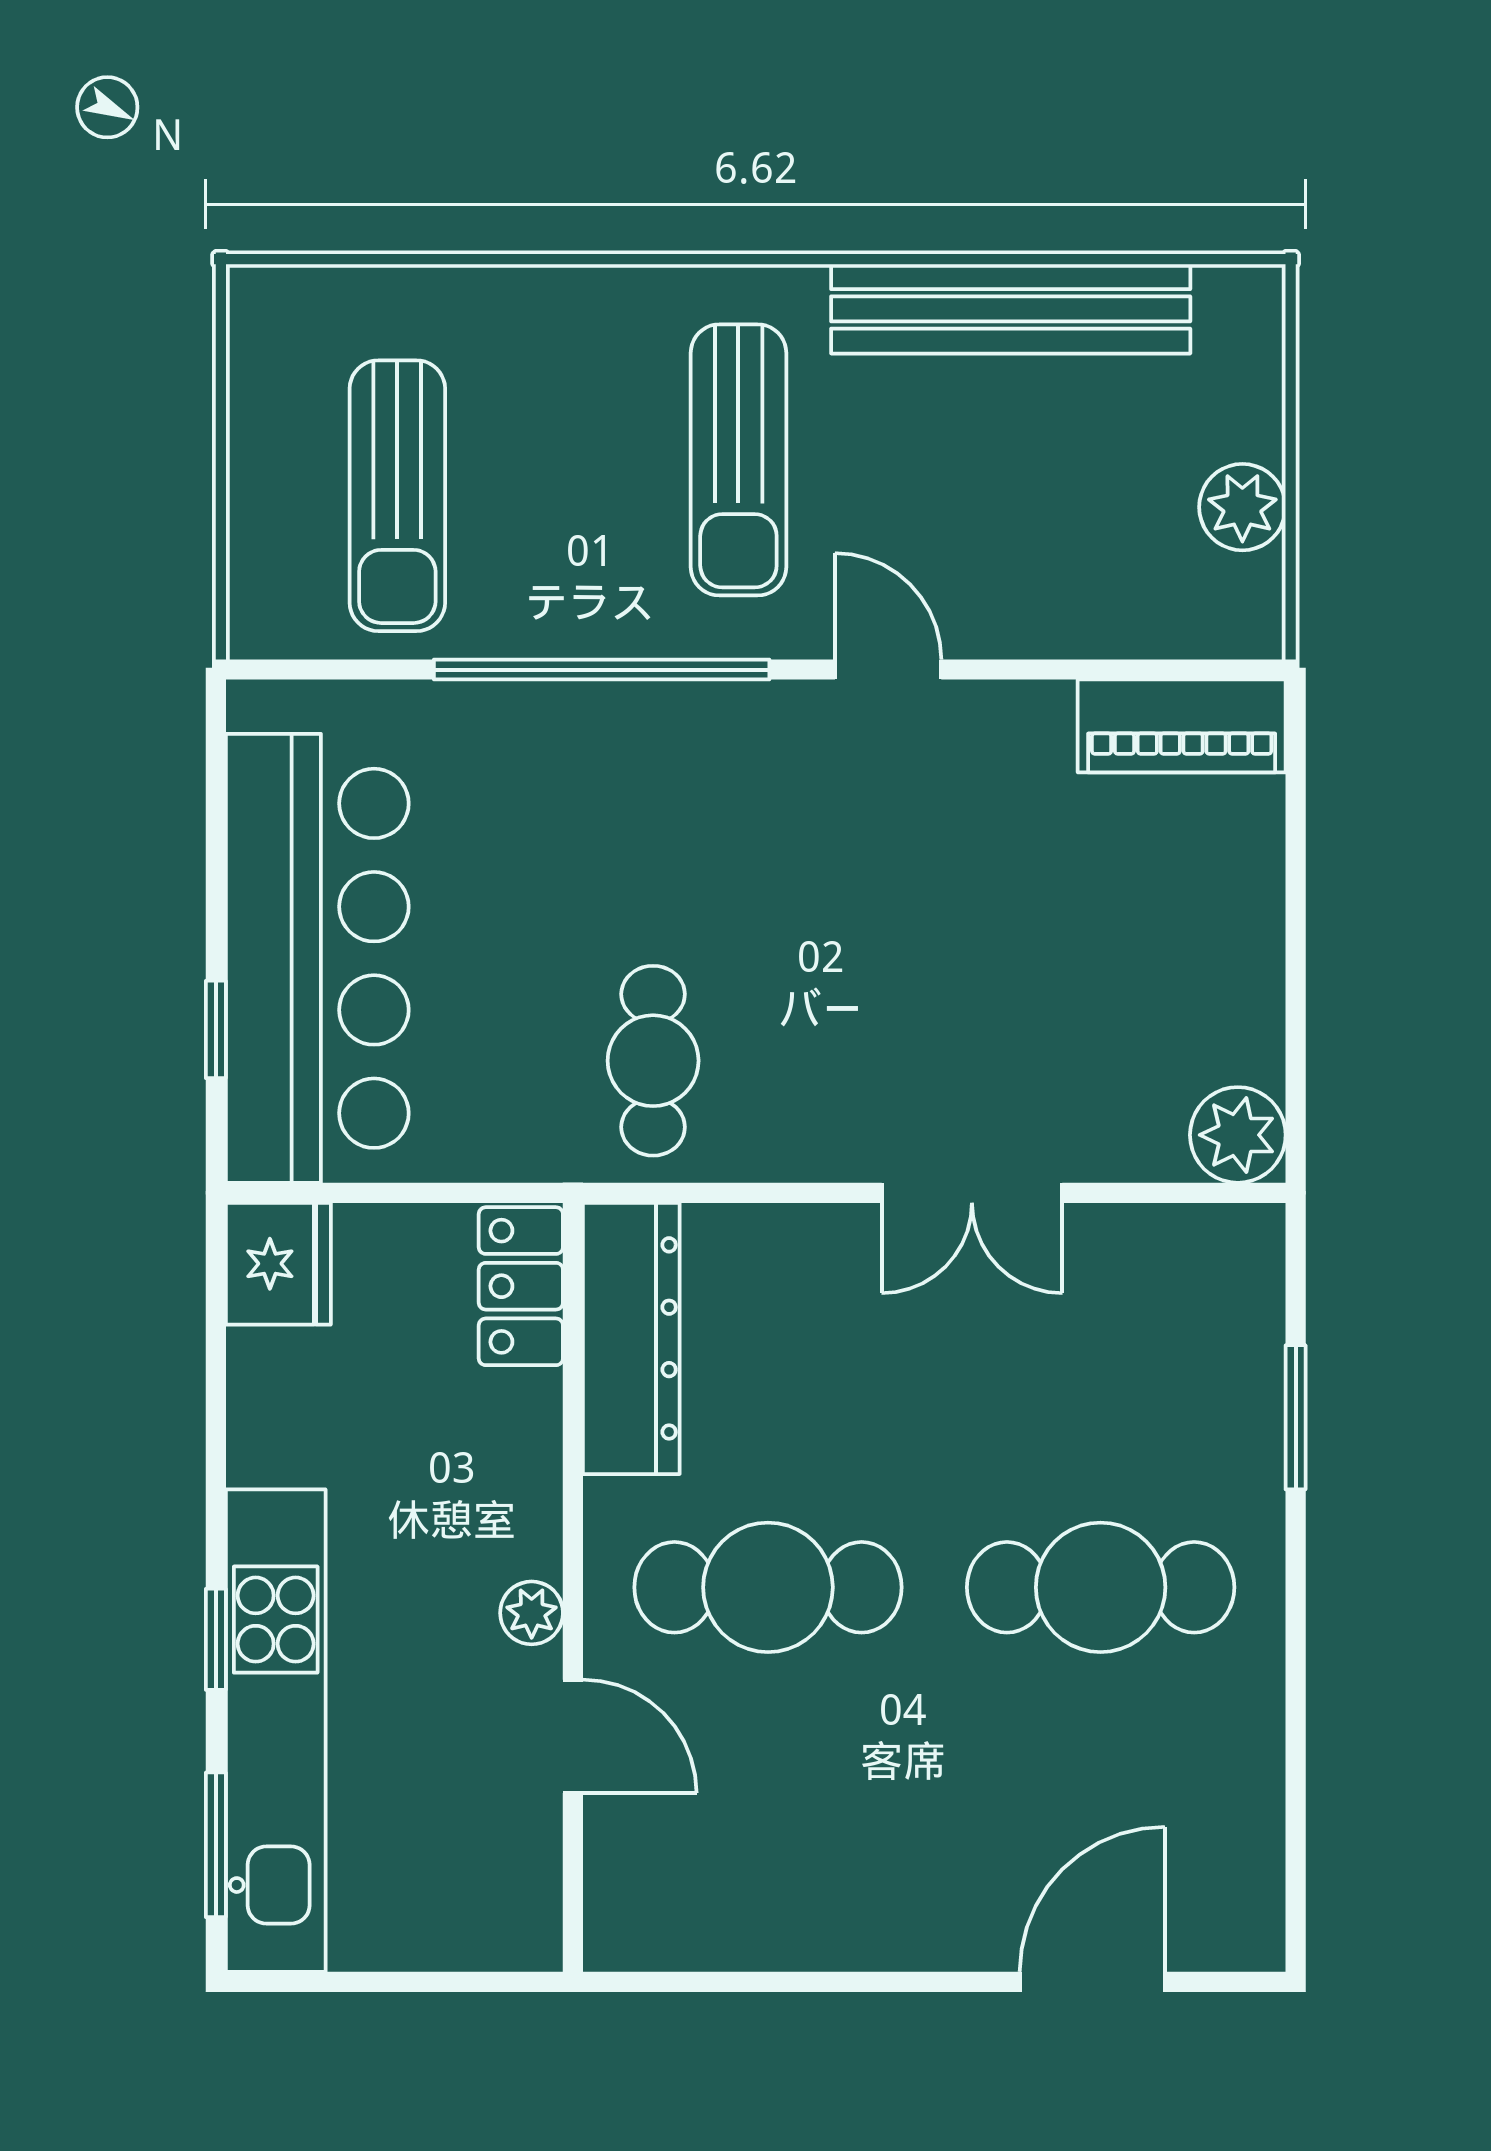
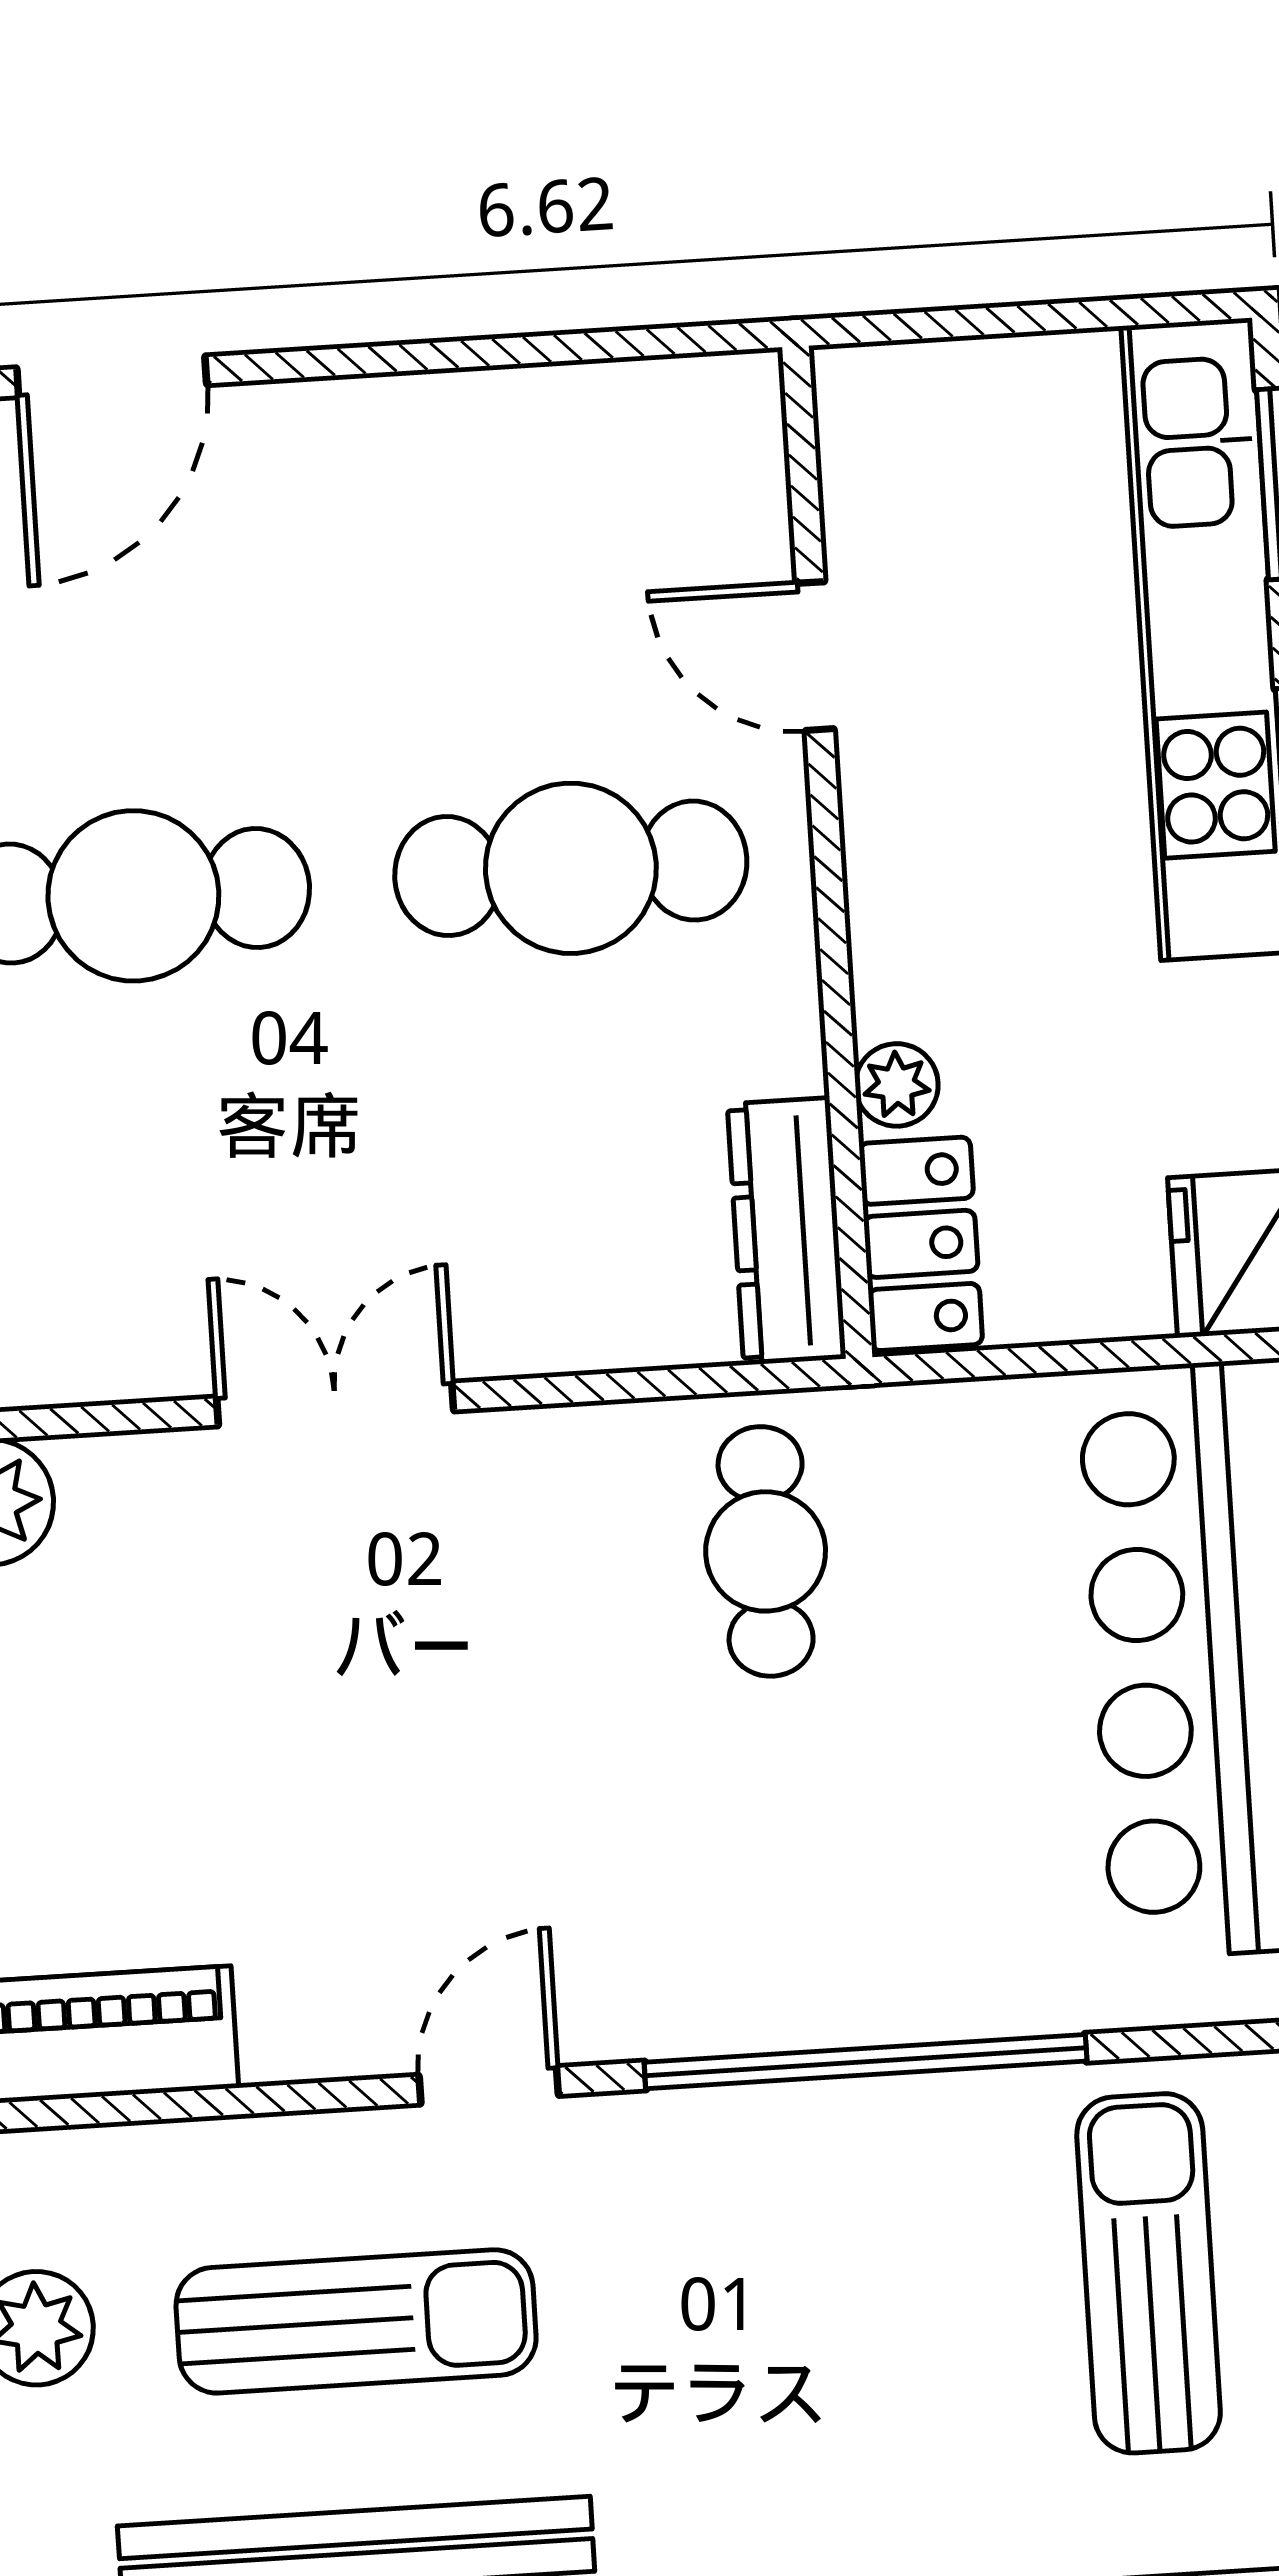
sun lounger: (738, 460) -> (356, 2321), moved, turned 90
door: (888, 670) -> (489, 2085), swing flipped
dresser: (631, 1338) -> (787, 1231), width x0.73, depth x0.80
plant: (532, 1613) -> (897, 1085), moved

